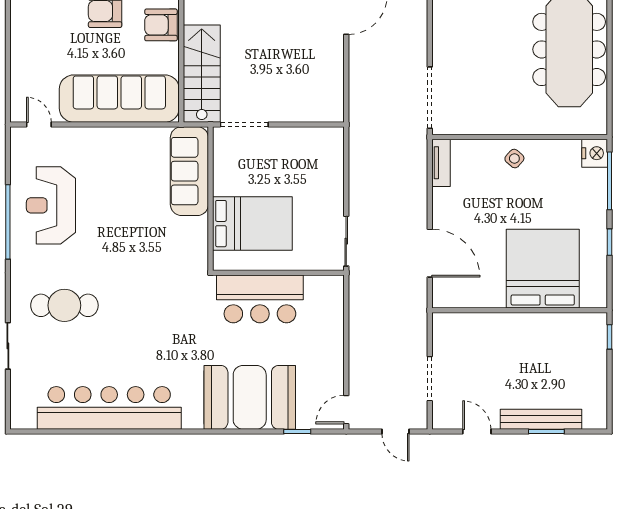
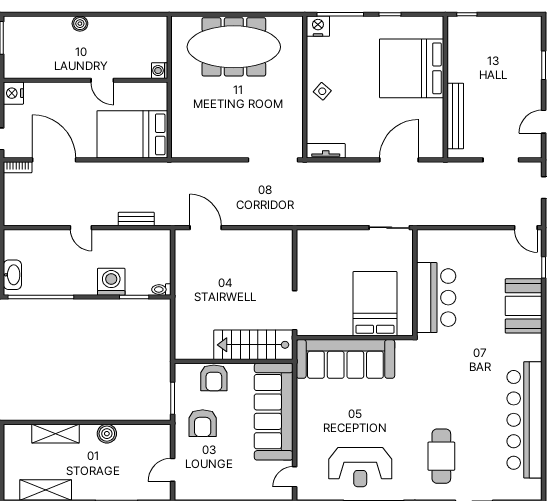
sofa: (189, 171) -> (345, 359), width x1.36, depth x1.27
booth: (250, 397) -> (524, 306), width x0.73, depth x0.70
bench: (541, 419) -> (455, 116), moved

